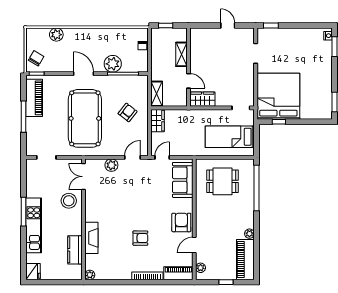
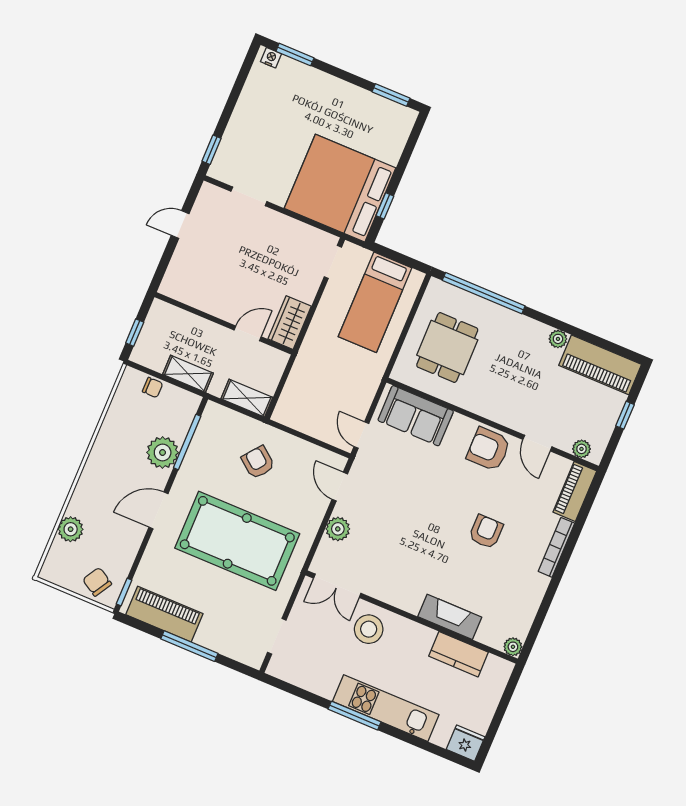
shelving: (181, 54) -> (188, 374), moved
wardrobe: (158, 121) -> (294, 416), removed

